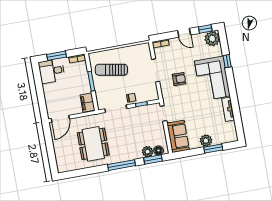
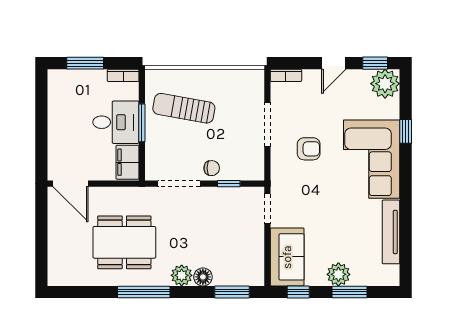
door: (184, 33) -> (334, 63), hinge flipped
desk: (52, 71) -> (116, 122), moved, turned 180
tv unit: (228, 109) -> (391, 232), width x1.41
door: (60, 119) -> (71, 184), hinge flipped
dining table: (93, 144) -> (124, 242), turned 90
floor lamp: (159, 150) -> (203, 277), moved
plant: (147, 152) -> (182, 275), moved
window: (187, 153) -> (298, 292), added
window: (122, 165) -> (144, 292), moved

